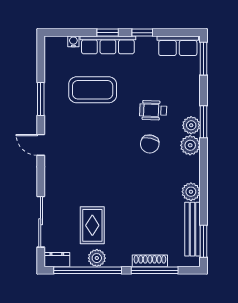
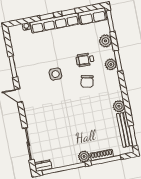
row of seats: (108, 45) -> (55, 23), width x1.36
coffee table: (93, 90) -> (44, 54), removed
side table: (104, 123) -> (55, 74), added
plant: (190, 145) -> (105, 41), moved
rug: (92, 225) -> (61, 140), removed
plant: (97, 258) -> (84, 156), moved

